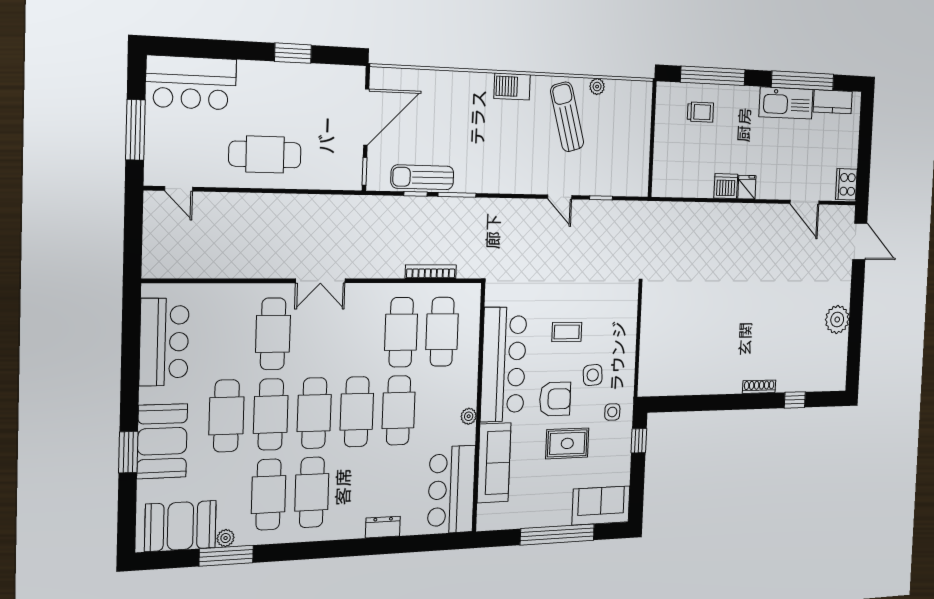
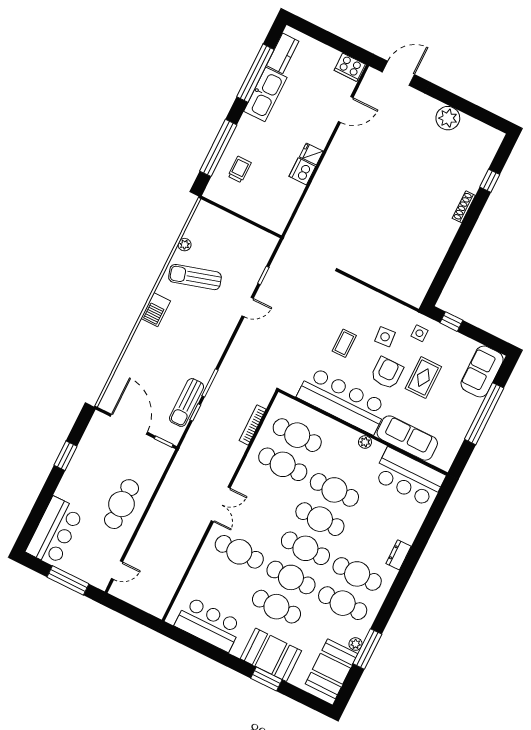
dresser: (383, 527) -> (399, 555), moved

